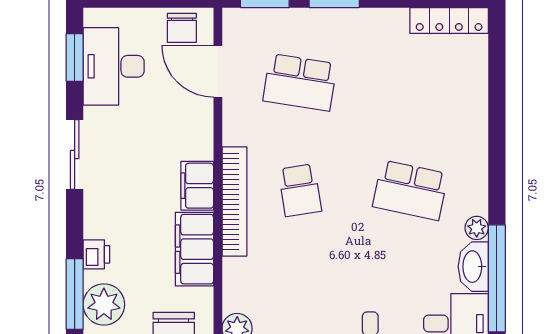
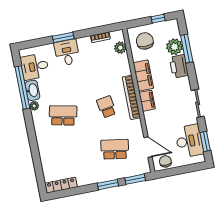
printer: (96, 254) -> (179, 66), width x1.87, depth x1.48

